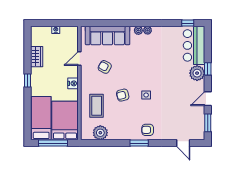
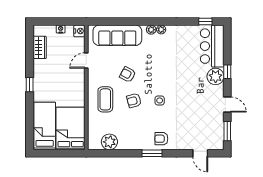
wardrobe: (37, 57) -> (40, 47), moved
armchair: (105, 67) -> (128, 75), moved
nightstand: (73, 83) -> (79, 31), moved
door: (208, 99) -> (227, 105), swing flipped
coffee table: (97, 106) -> (105, 99), moved
window: (53, 143) -> (58, 153), removed

